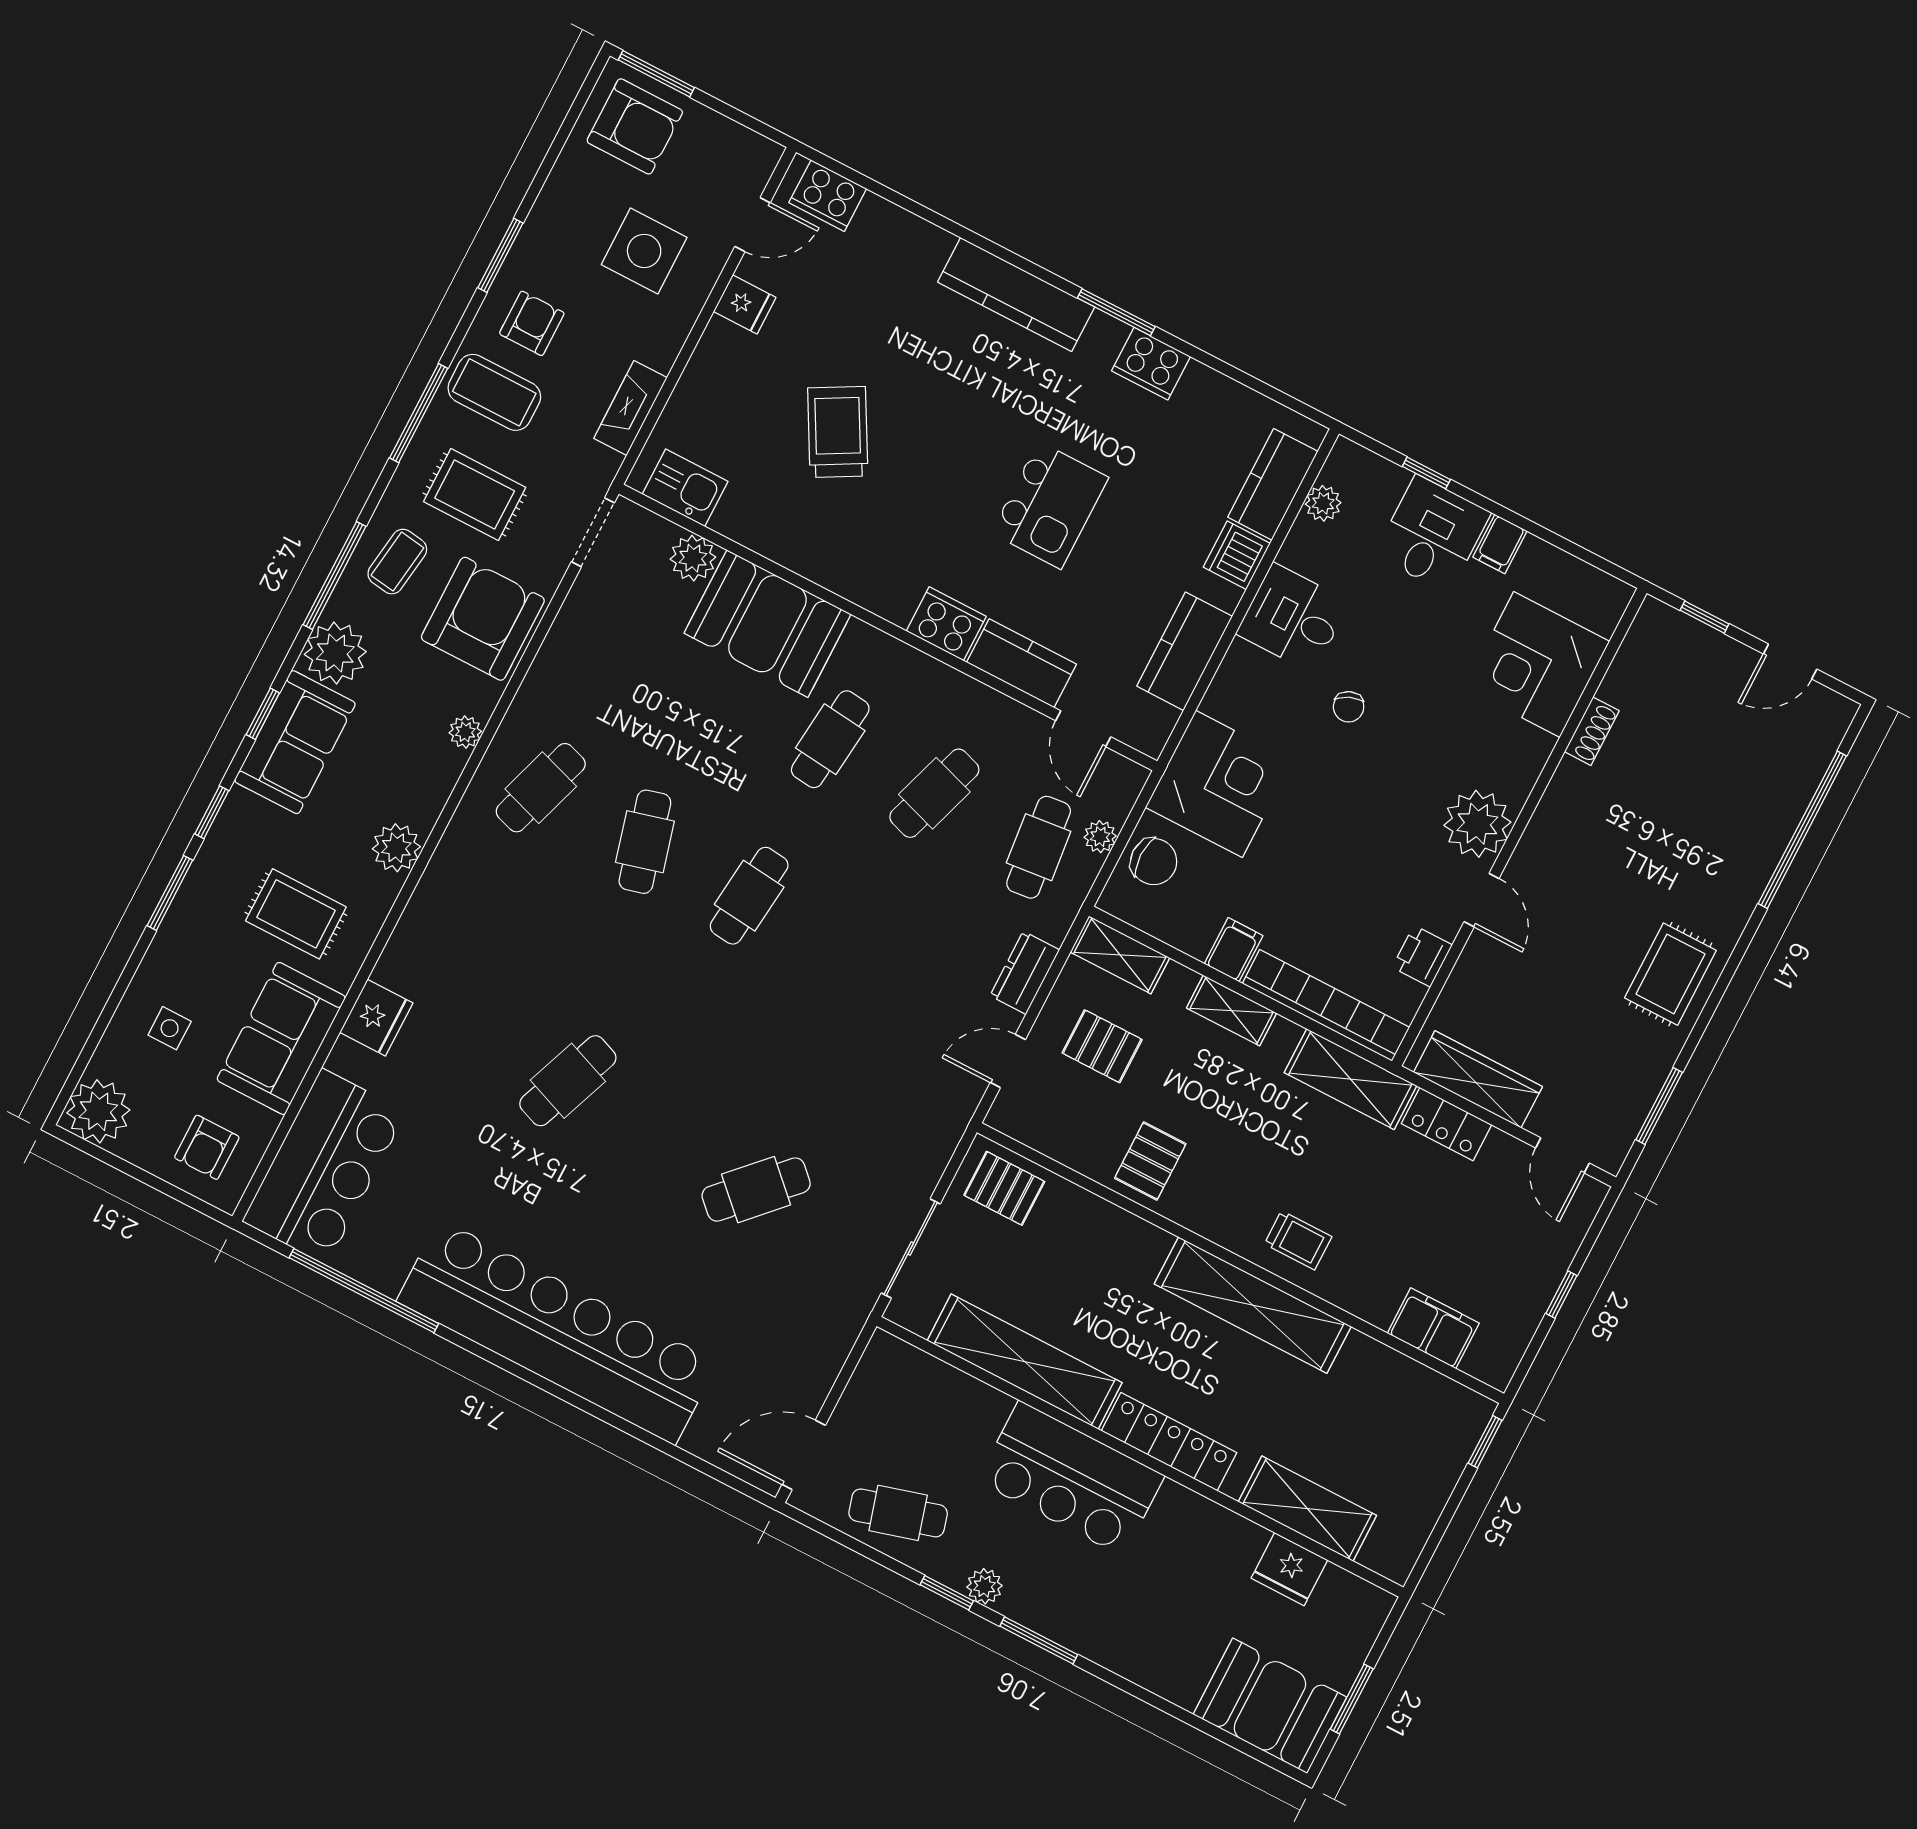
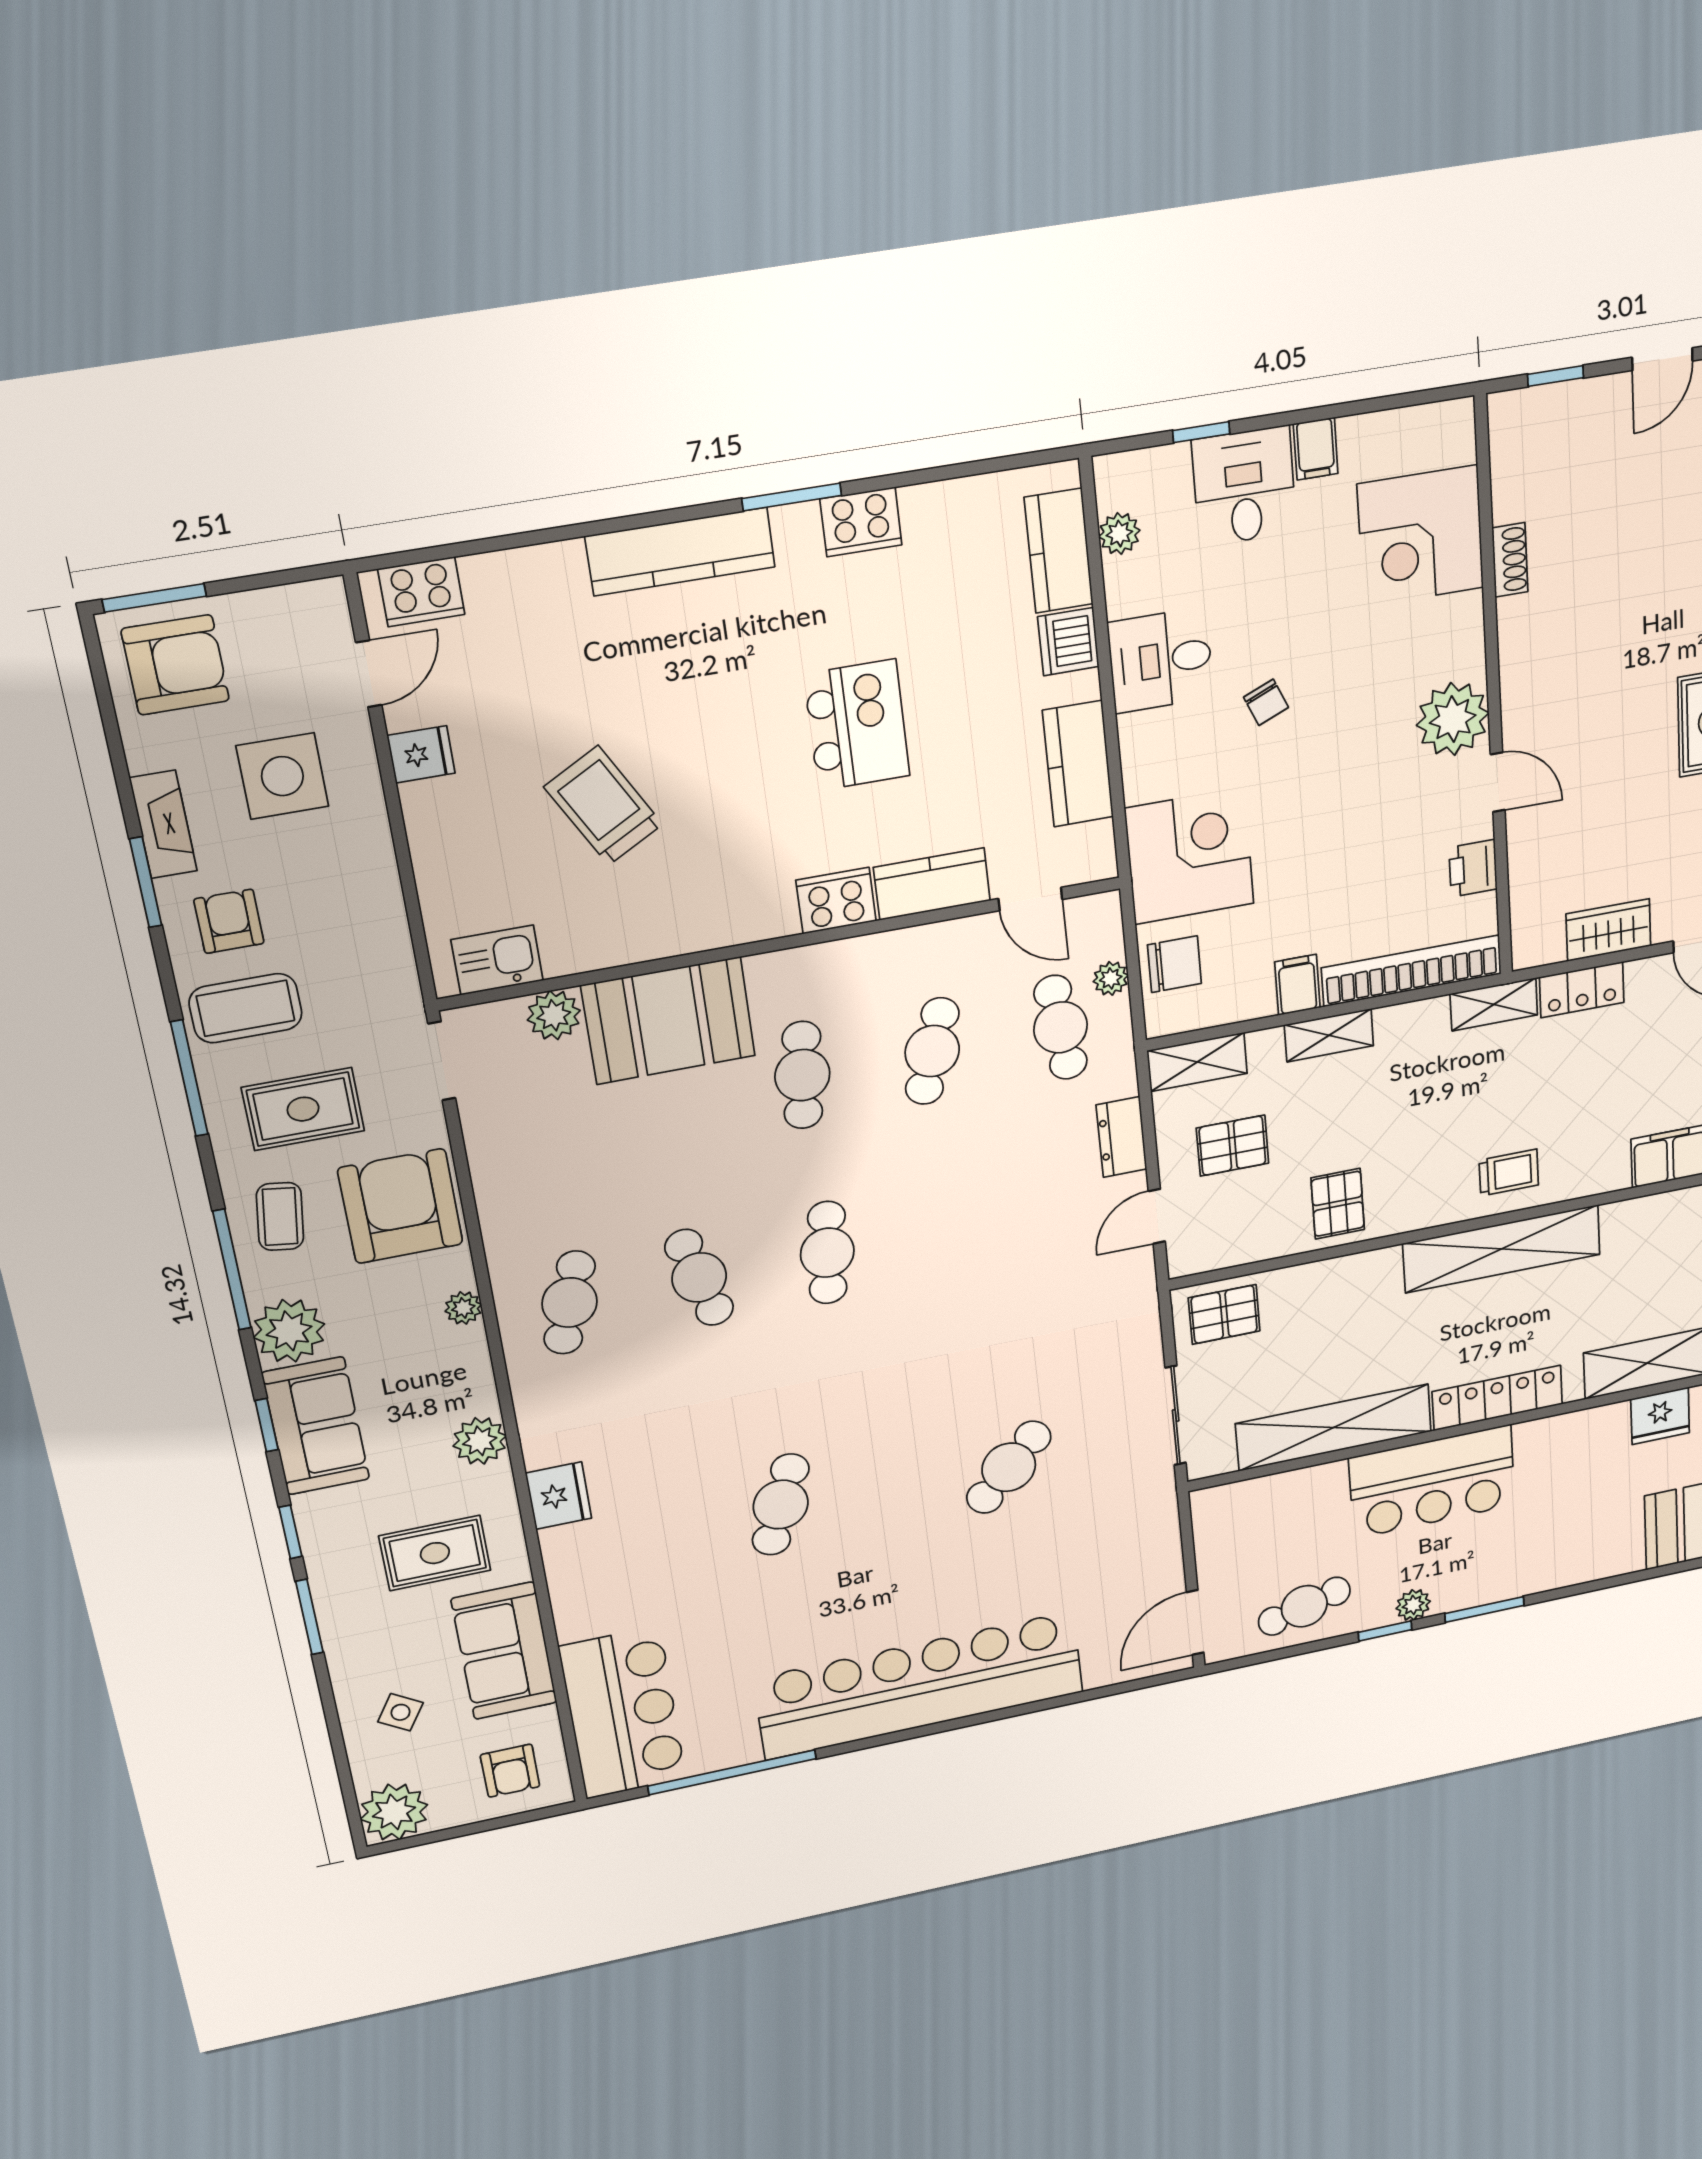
fireplace: (630, 408) -> (163, 824), moved, turned 180
fridge: (376, 1018) -> (559, 1496), moved
side table: (170, 1028) -> (401, 1712), turned 32
shelving: (1350, 1079) -> (1494, 1004), width x0.67, depth x0.75
wardrobe: (1478, 1079) -> (1608, 930), width x0.67

